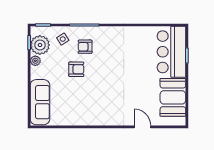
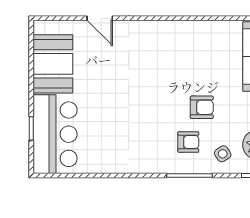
armchair: (76, 69) -> (202, 107), turned 180

